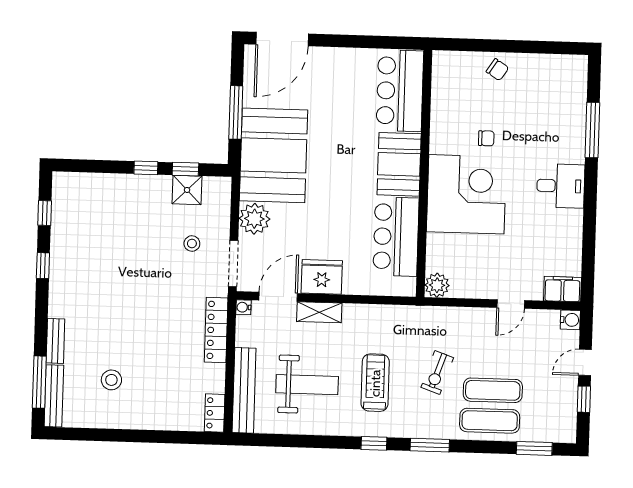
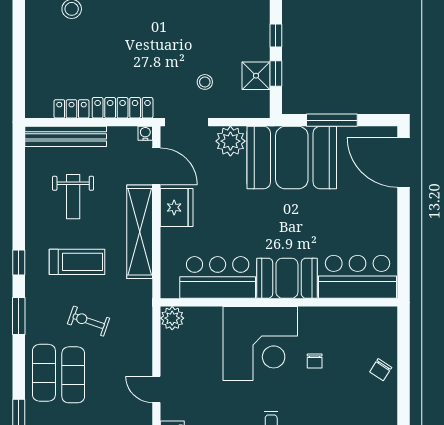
shelving: (319, 312) -> (140, 232), width x2.20, depth x1.33
weight bench: (307, 385) -> (73, 197), width x0.73, depth x0.75
locker: (215, 413) -> (72, 109), moved

